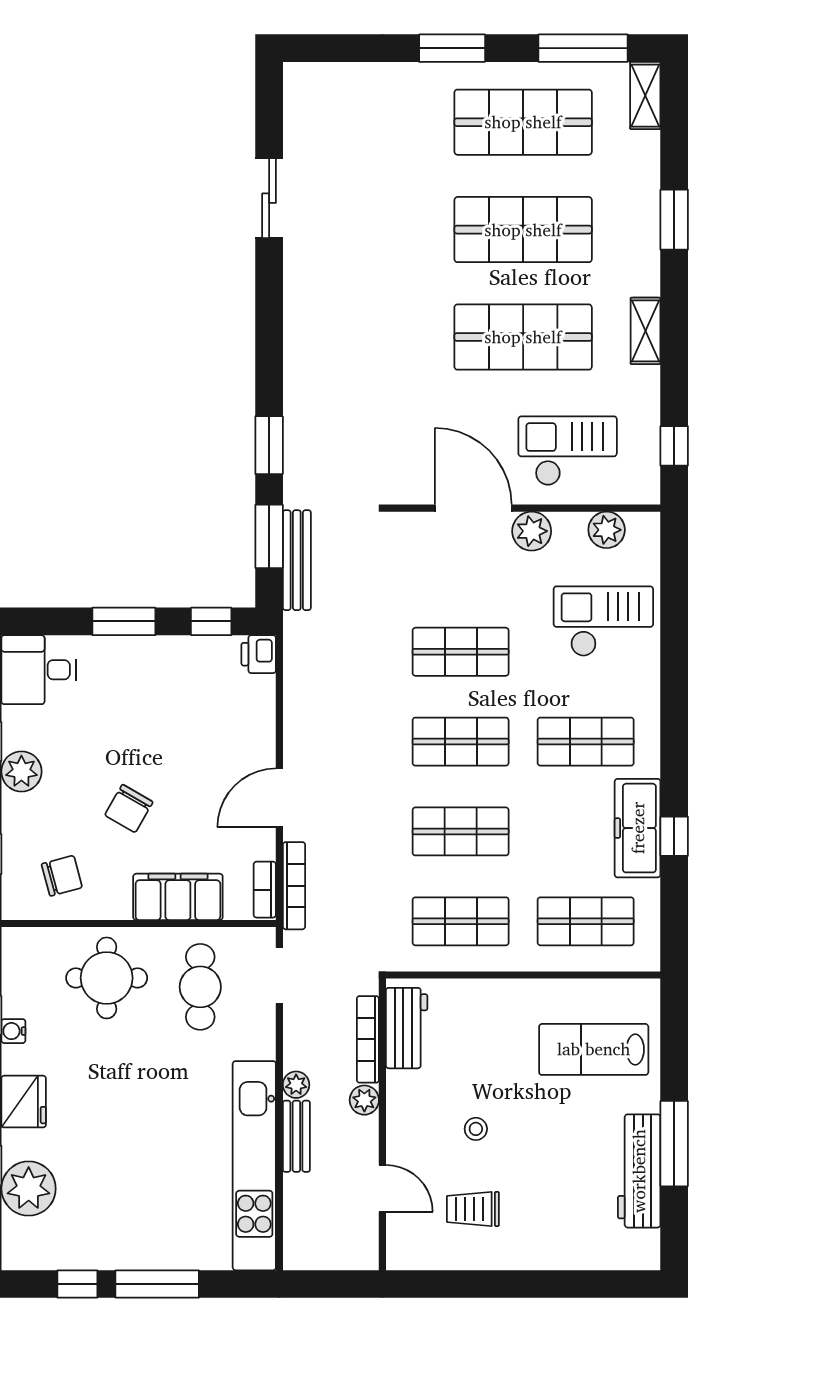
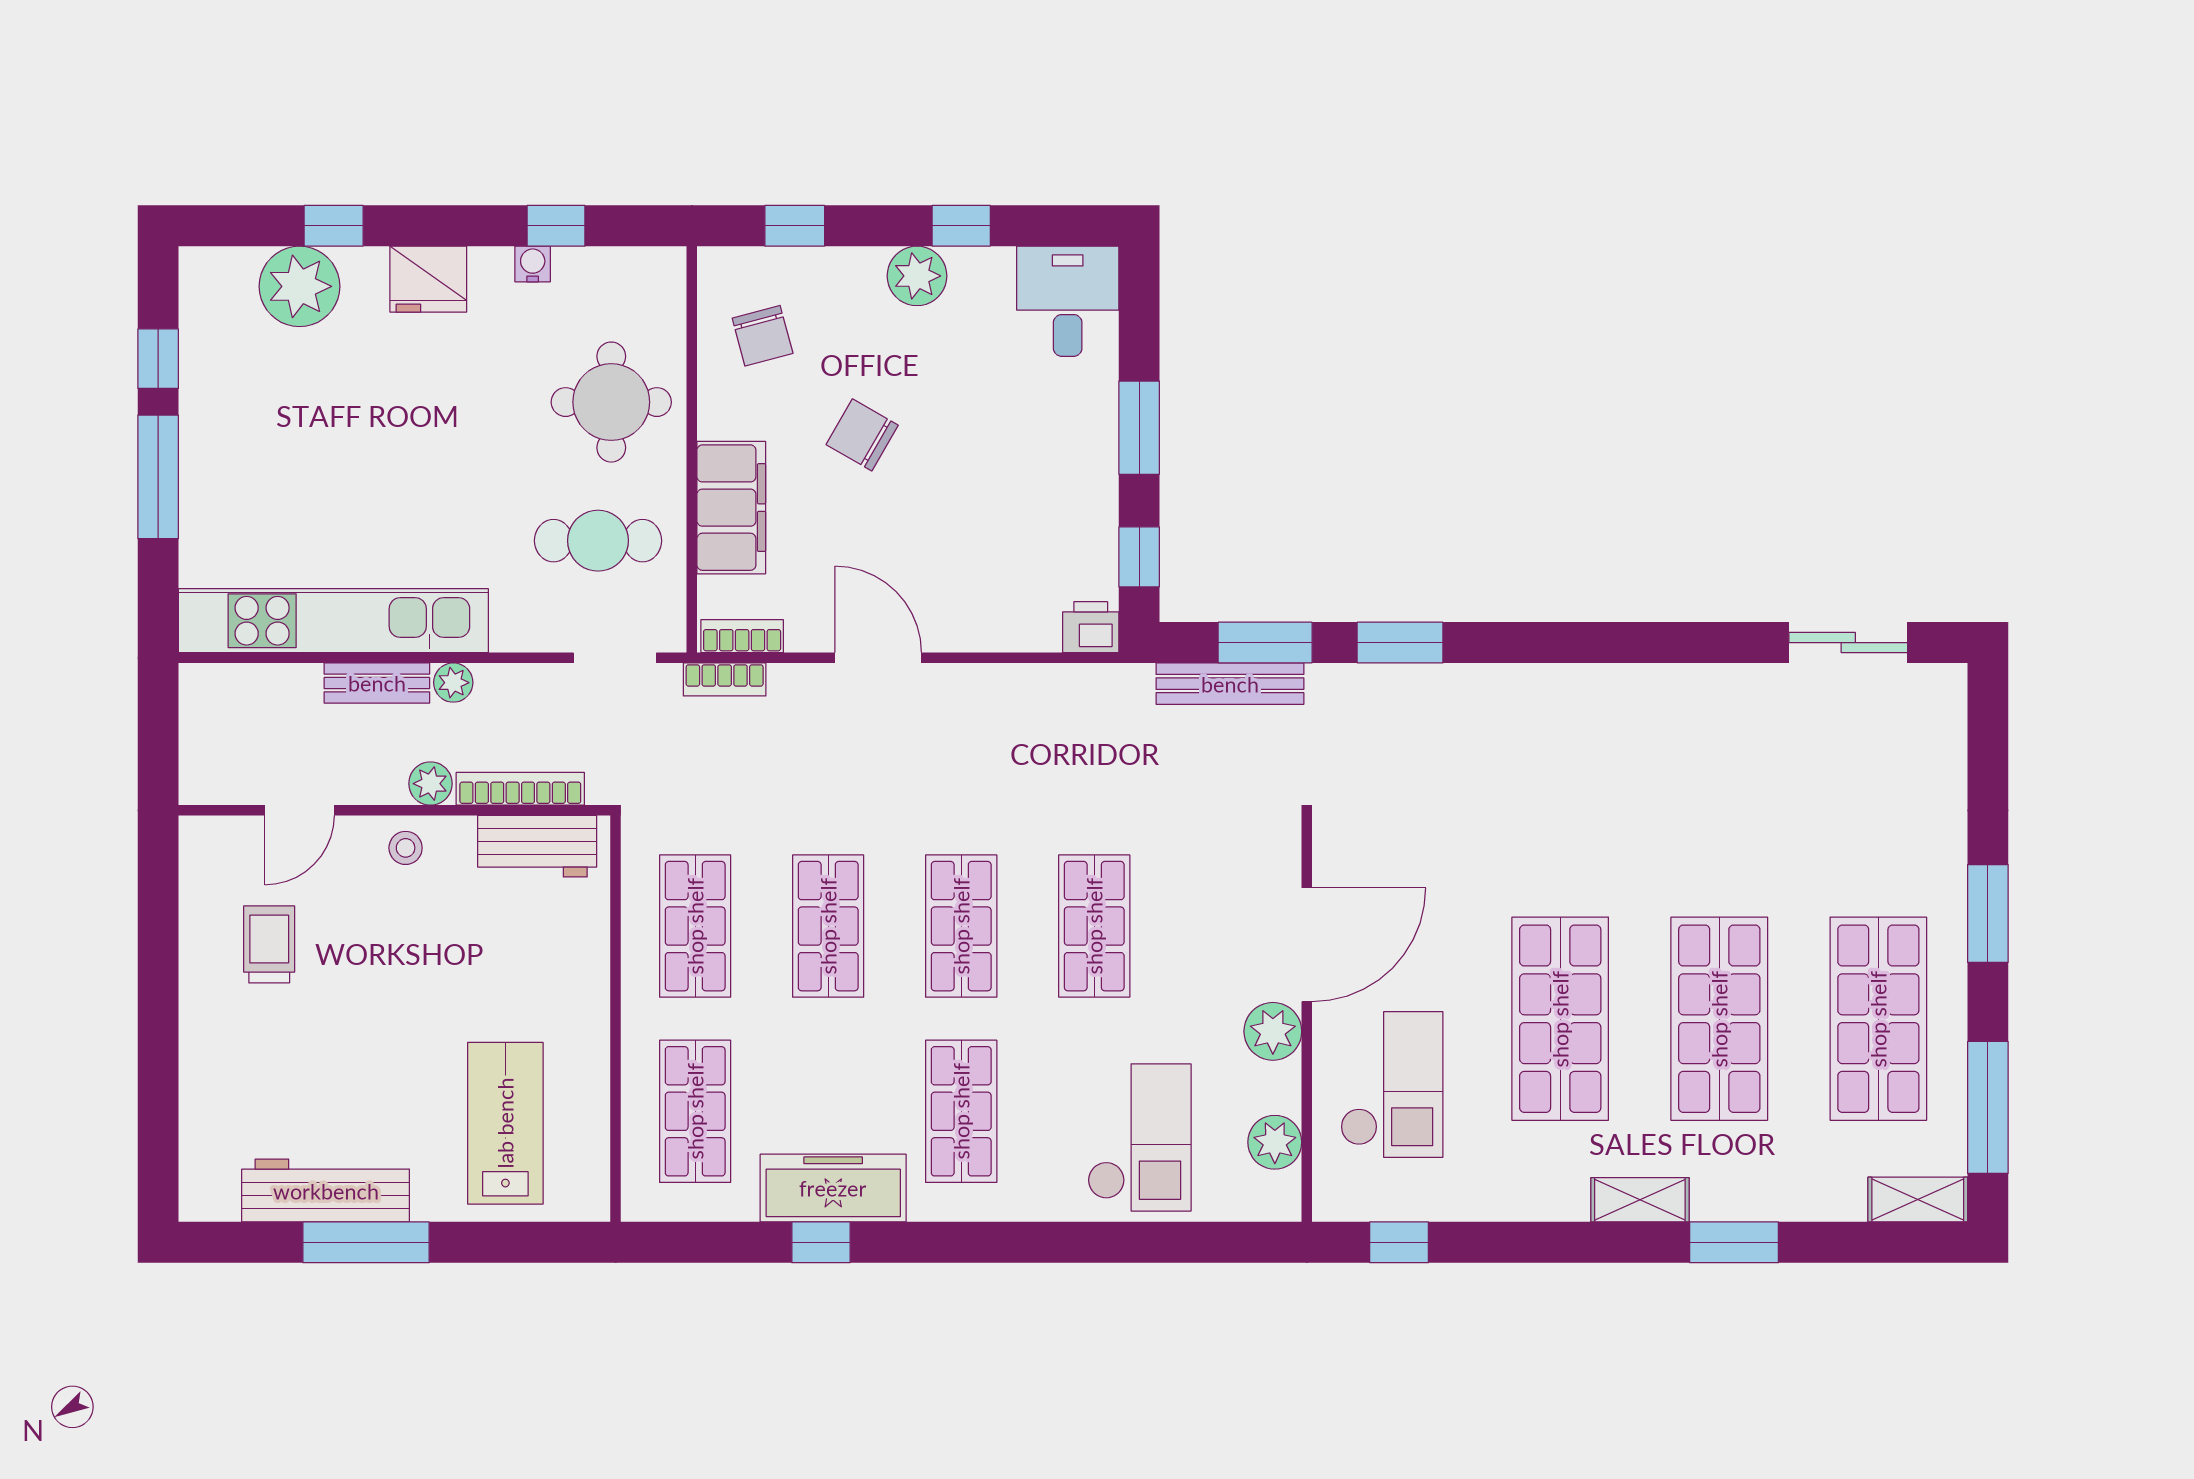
sliding door: (269, 198) -> (1848, 643), moved
shelving: (645, 331) -> (1640, 1200), moved
bookcase: (294, 886) -> (725, 679), width x0.64
stool: (476, 1129) -> (406, 848), moved

